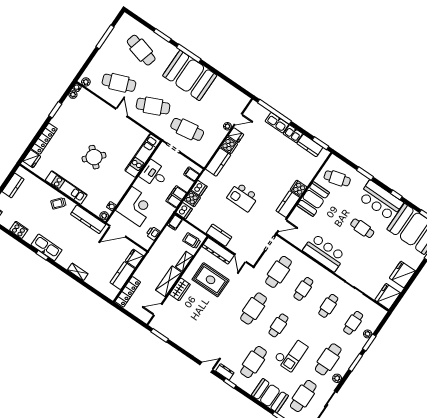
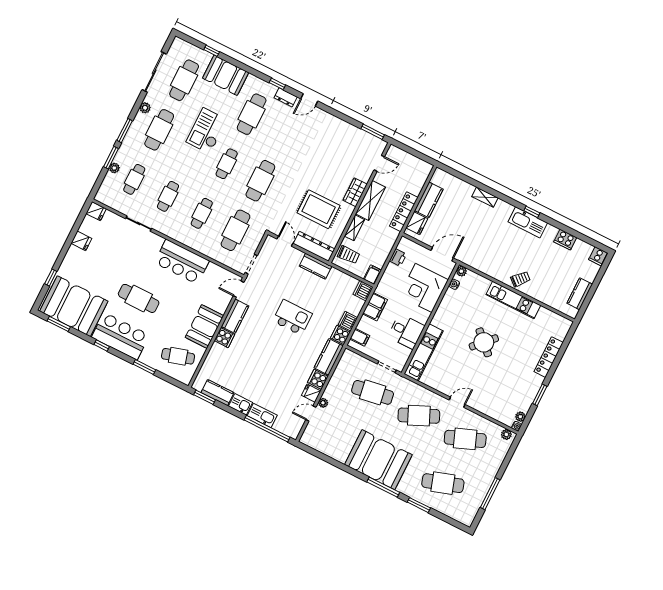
cafe table: (141, 50) -> (443, 483), turned -33
door: (121, 113) -> (457, 402), swing flipped
fridge: (32, 159) -> (561, 330), removed
cooker: (192, 199) -> (340, 335), moved
kitchen counter: (88, 219) -> (481, 264), removed
cafe table: (362, 228) -> (139, 298), width x1.37, depth x1.35
fridge: (402, 274) -> (81, 241), width x0.53, depth x0.75
locker: (128, 292) -> (404, 212), moved
fridge: (388, 296) -> (96, 211), width x0.53, depth x0.75

